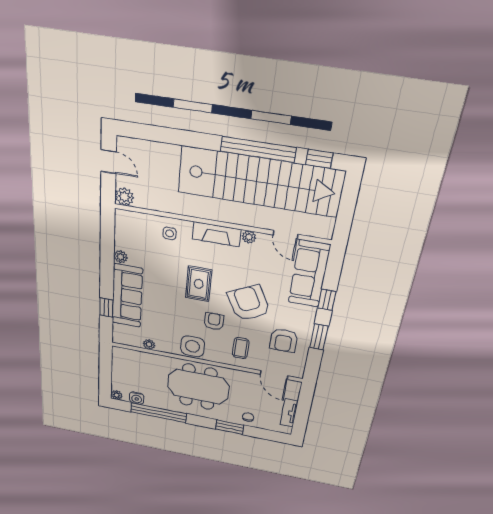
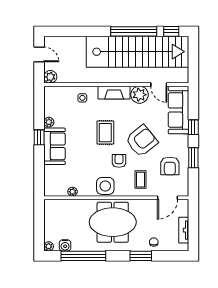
plant: (249, 237) -> (139, 95), width x1.88, depth x1.88
sofa: (127, 296) -> (54, 146), width x0.73
armchair: (249, 303) -> (142, 141), turned 78
window: (106, 308) -> (39, 137), moved
door: (274, 375) -> (168, 198), hinge flipped

